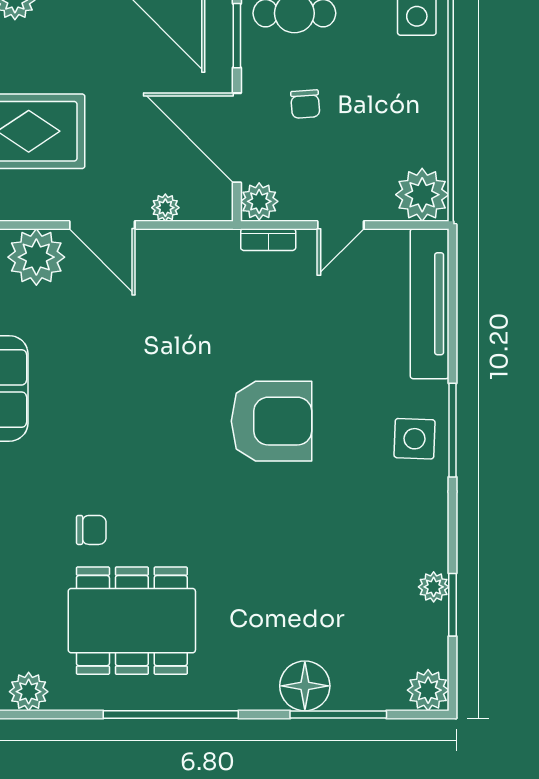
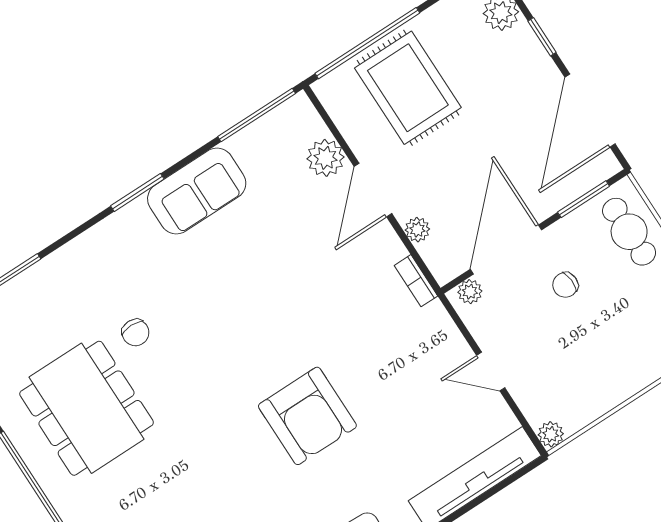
plant: (422, 195) -> (551, 434), width x0.53, depth x0.53
plant: (259, 201) -> (470, 292), width x0.73, depth x0.73
bookcase: (268, 240) -> (416, 281), moved
plant: (36, 257) -> (326, 158), width x0.73, depth x0.73

